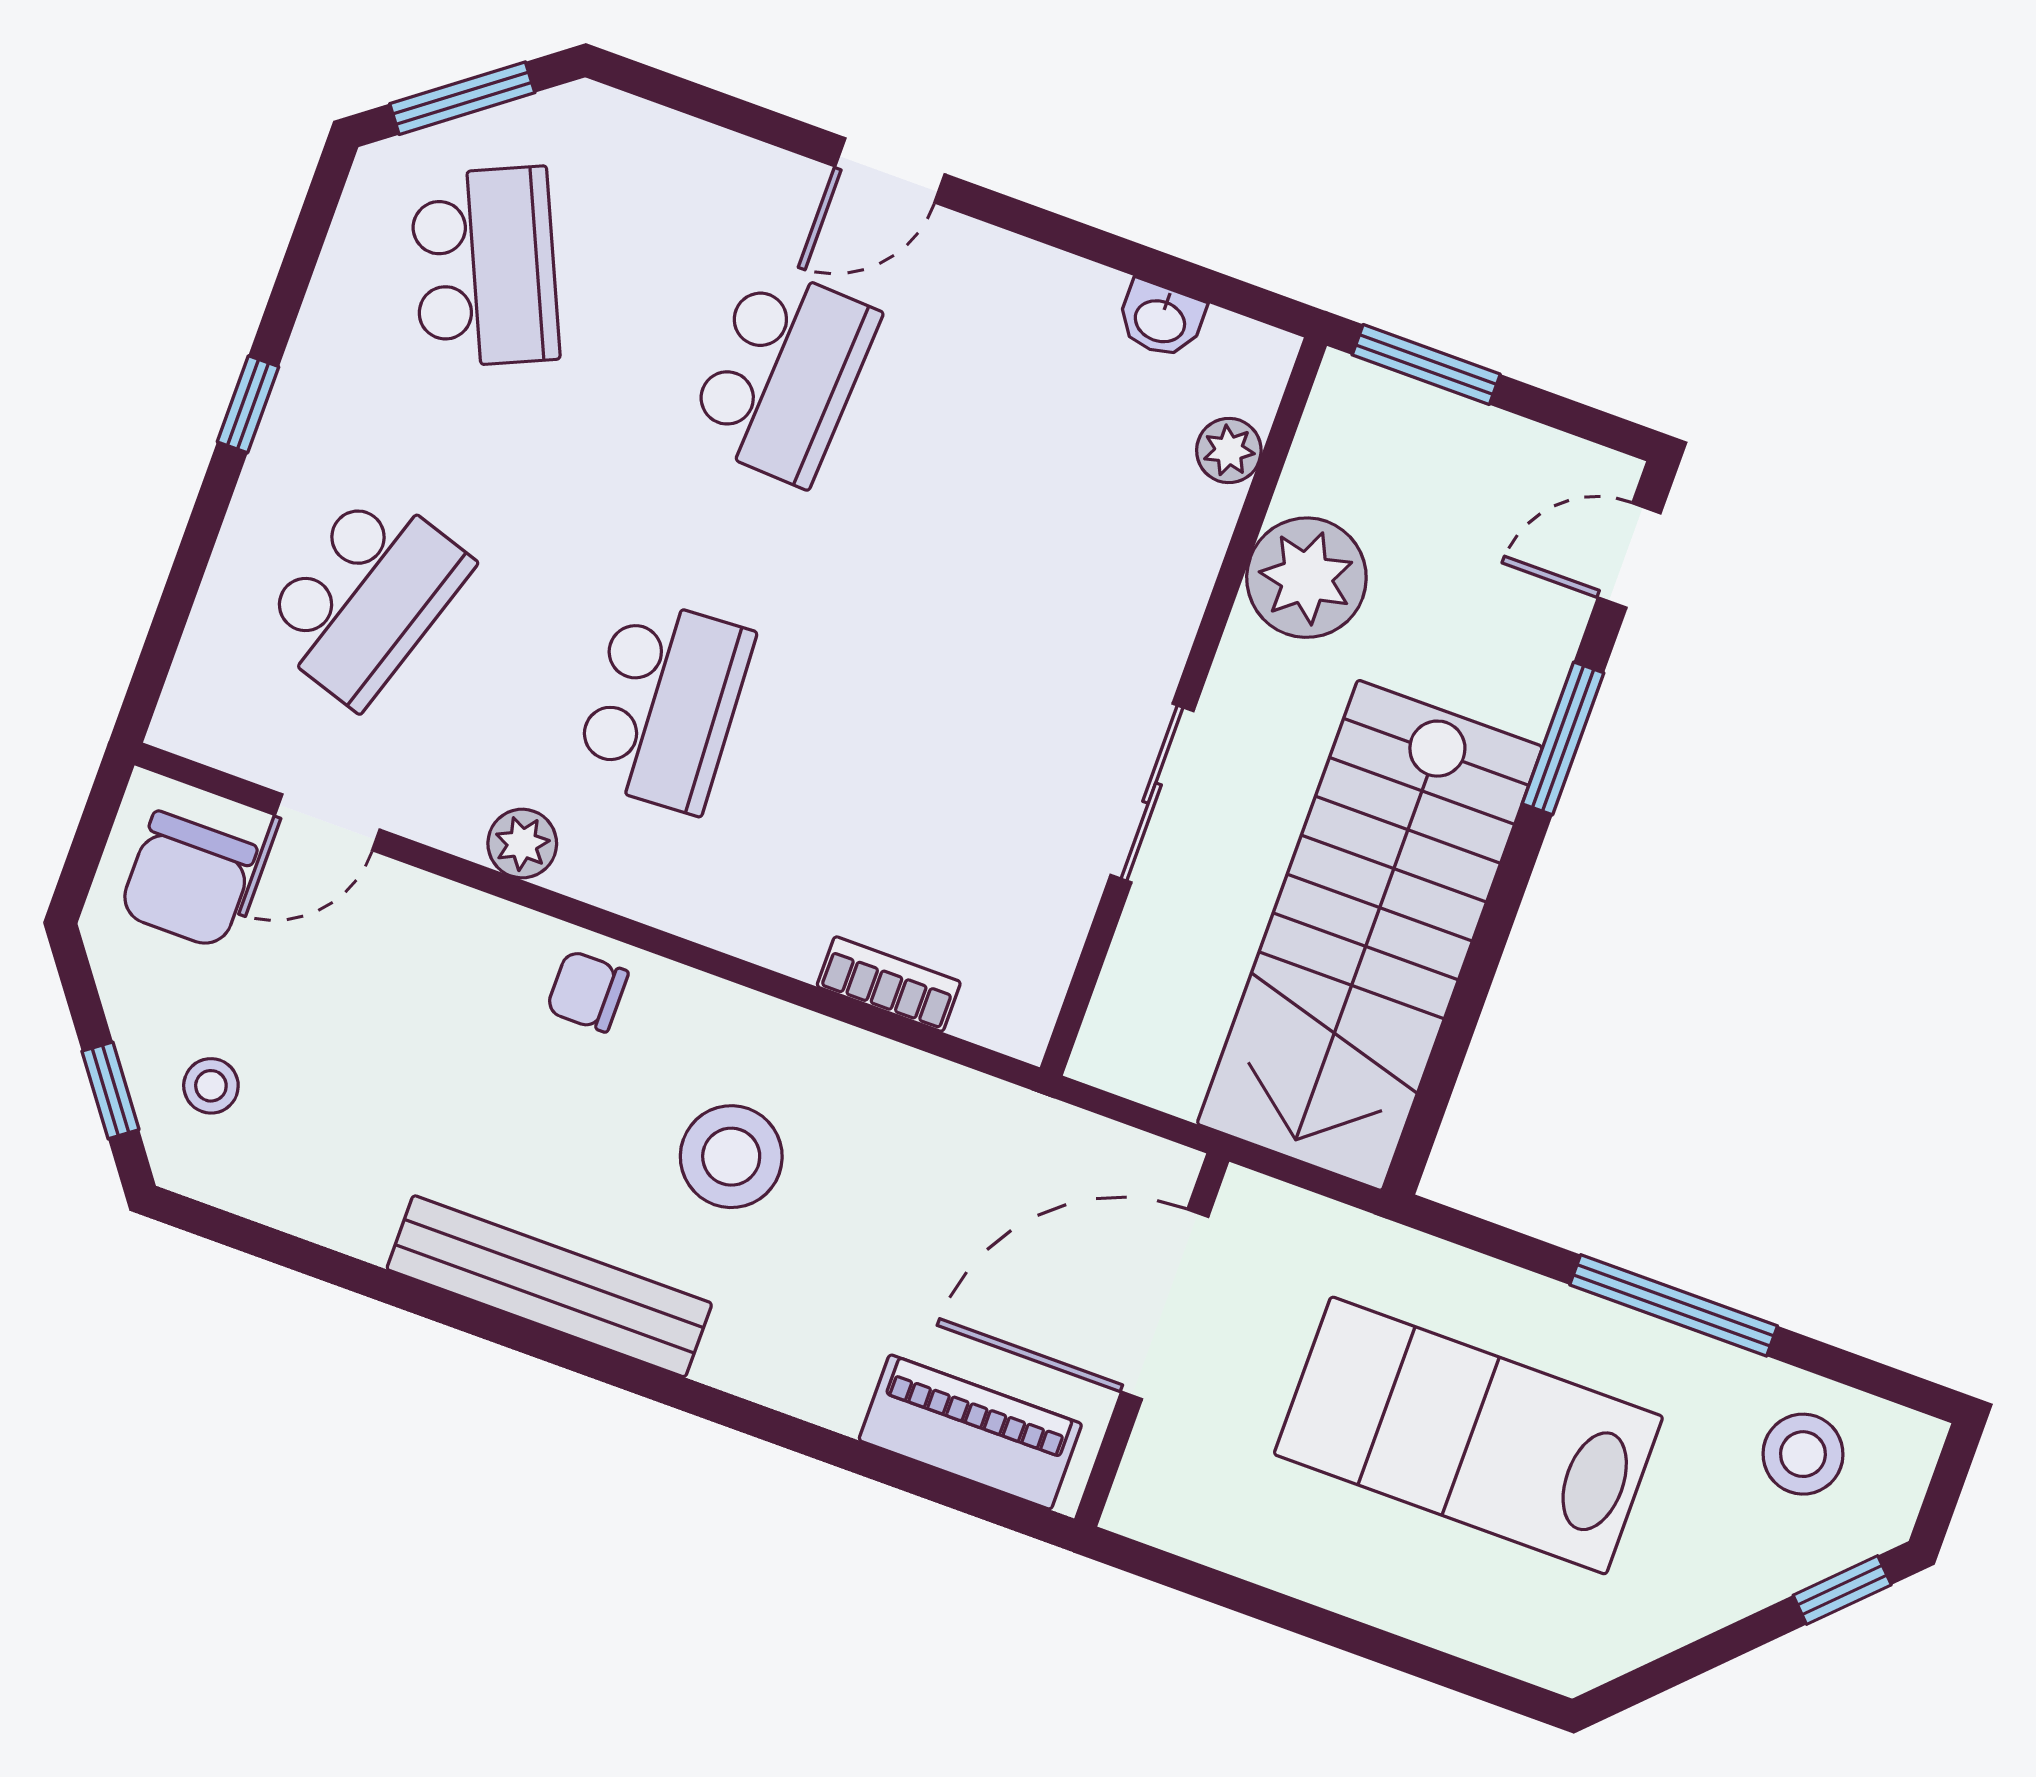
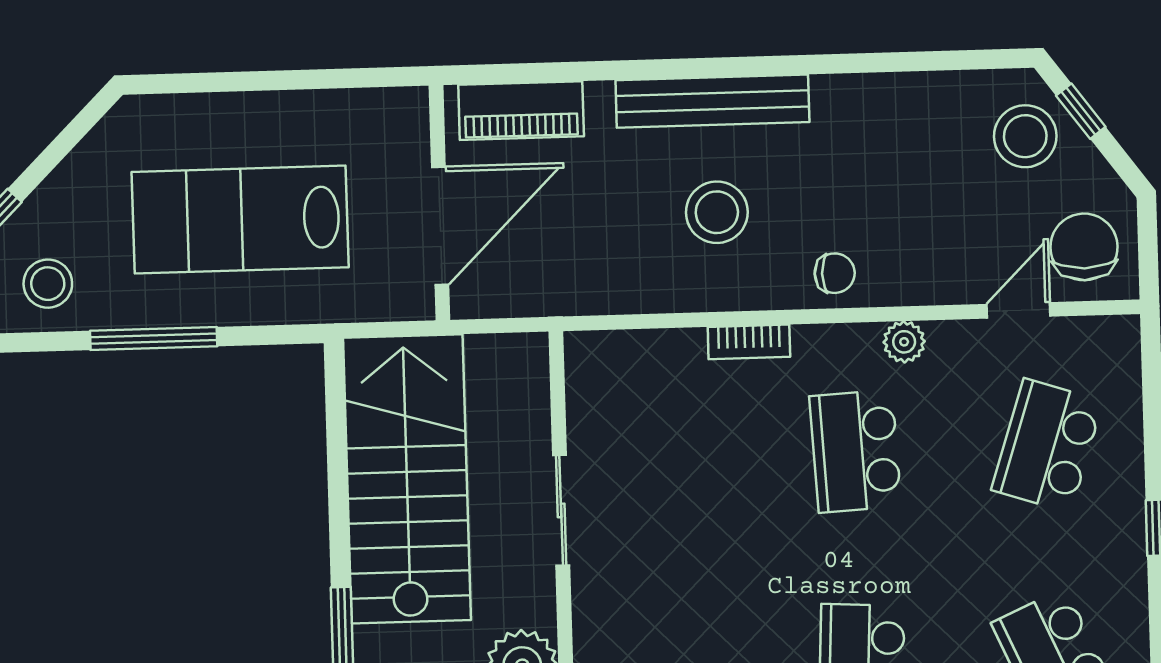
bookcase: (889, 984) -> (749, 342), moved
stool: (211, 1086) -> (1025, 136), width x1.89, depth x1.89
bench: (549, 1286) -> (712, 101), moved
lab bench: (1468, 1435) -> (240, 220), turned 180

